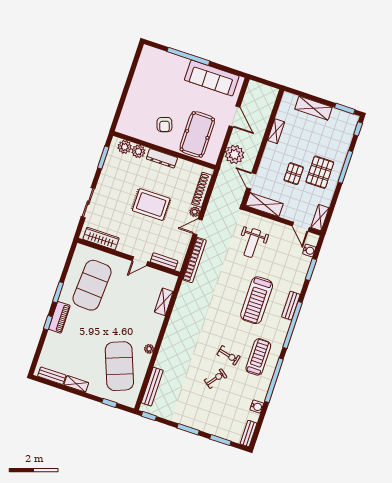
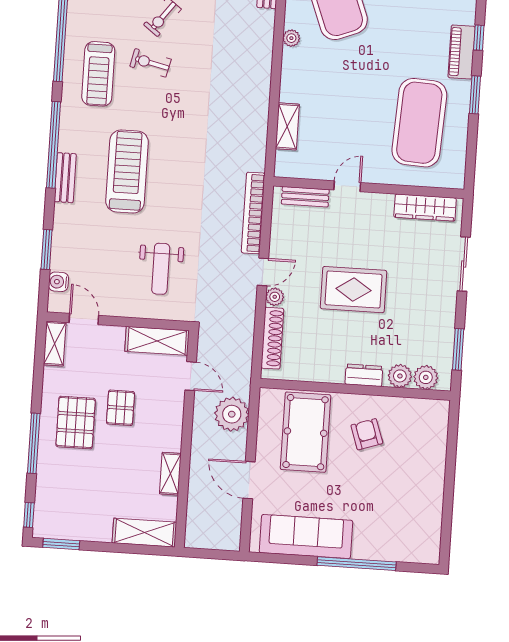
shelving: (313, 108) -> (144, 533), moved
dresser: (162, 158) -> (364, 375), width x0.70
weight bench: (252, 243) -> (161, 269), turned 180

